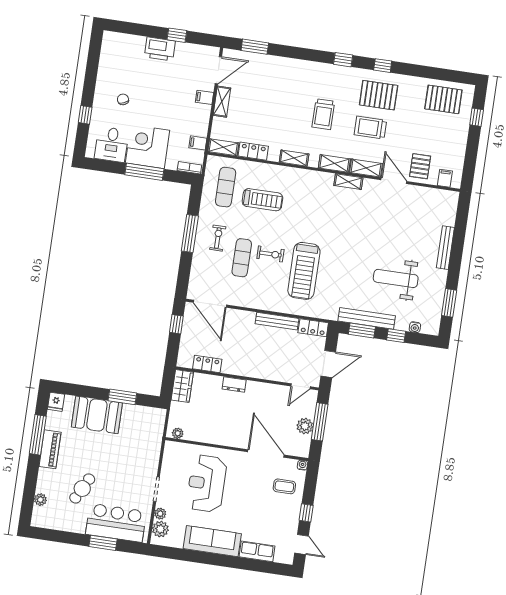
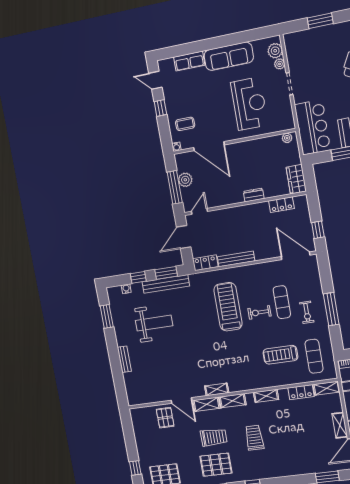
filing cabinet: (445, 178) -> (143, 414), removed
bench: (445, 248) -> (124, 359), width x0.73
bar counter: (116, 523) -> (312, 127), moved, turned -90

